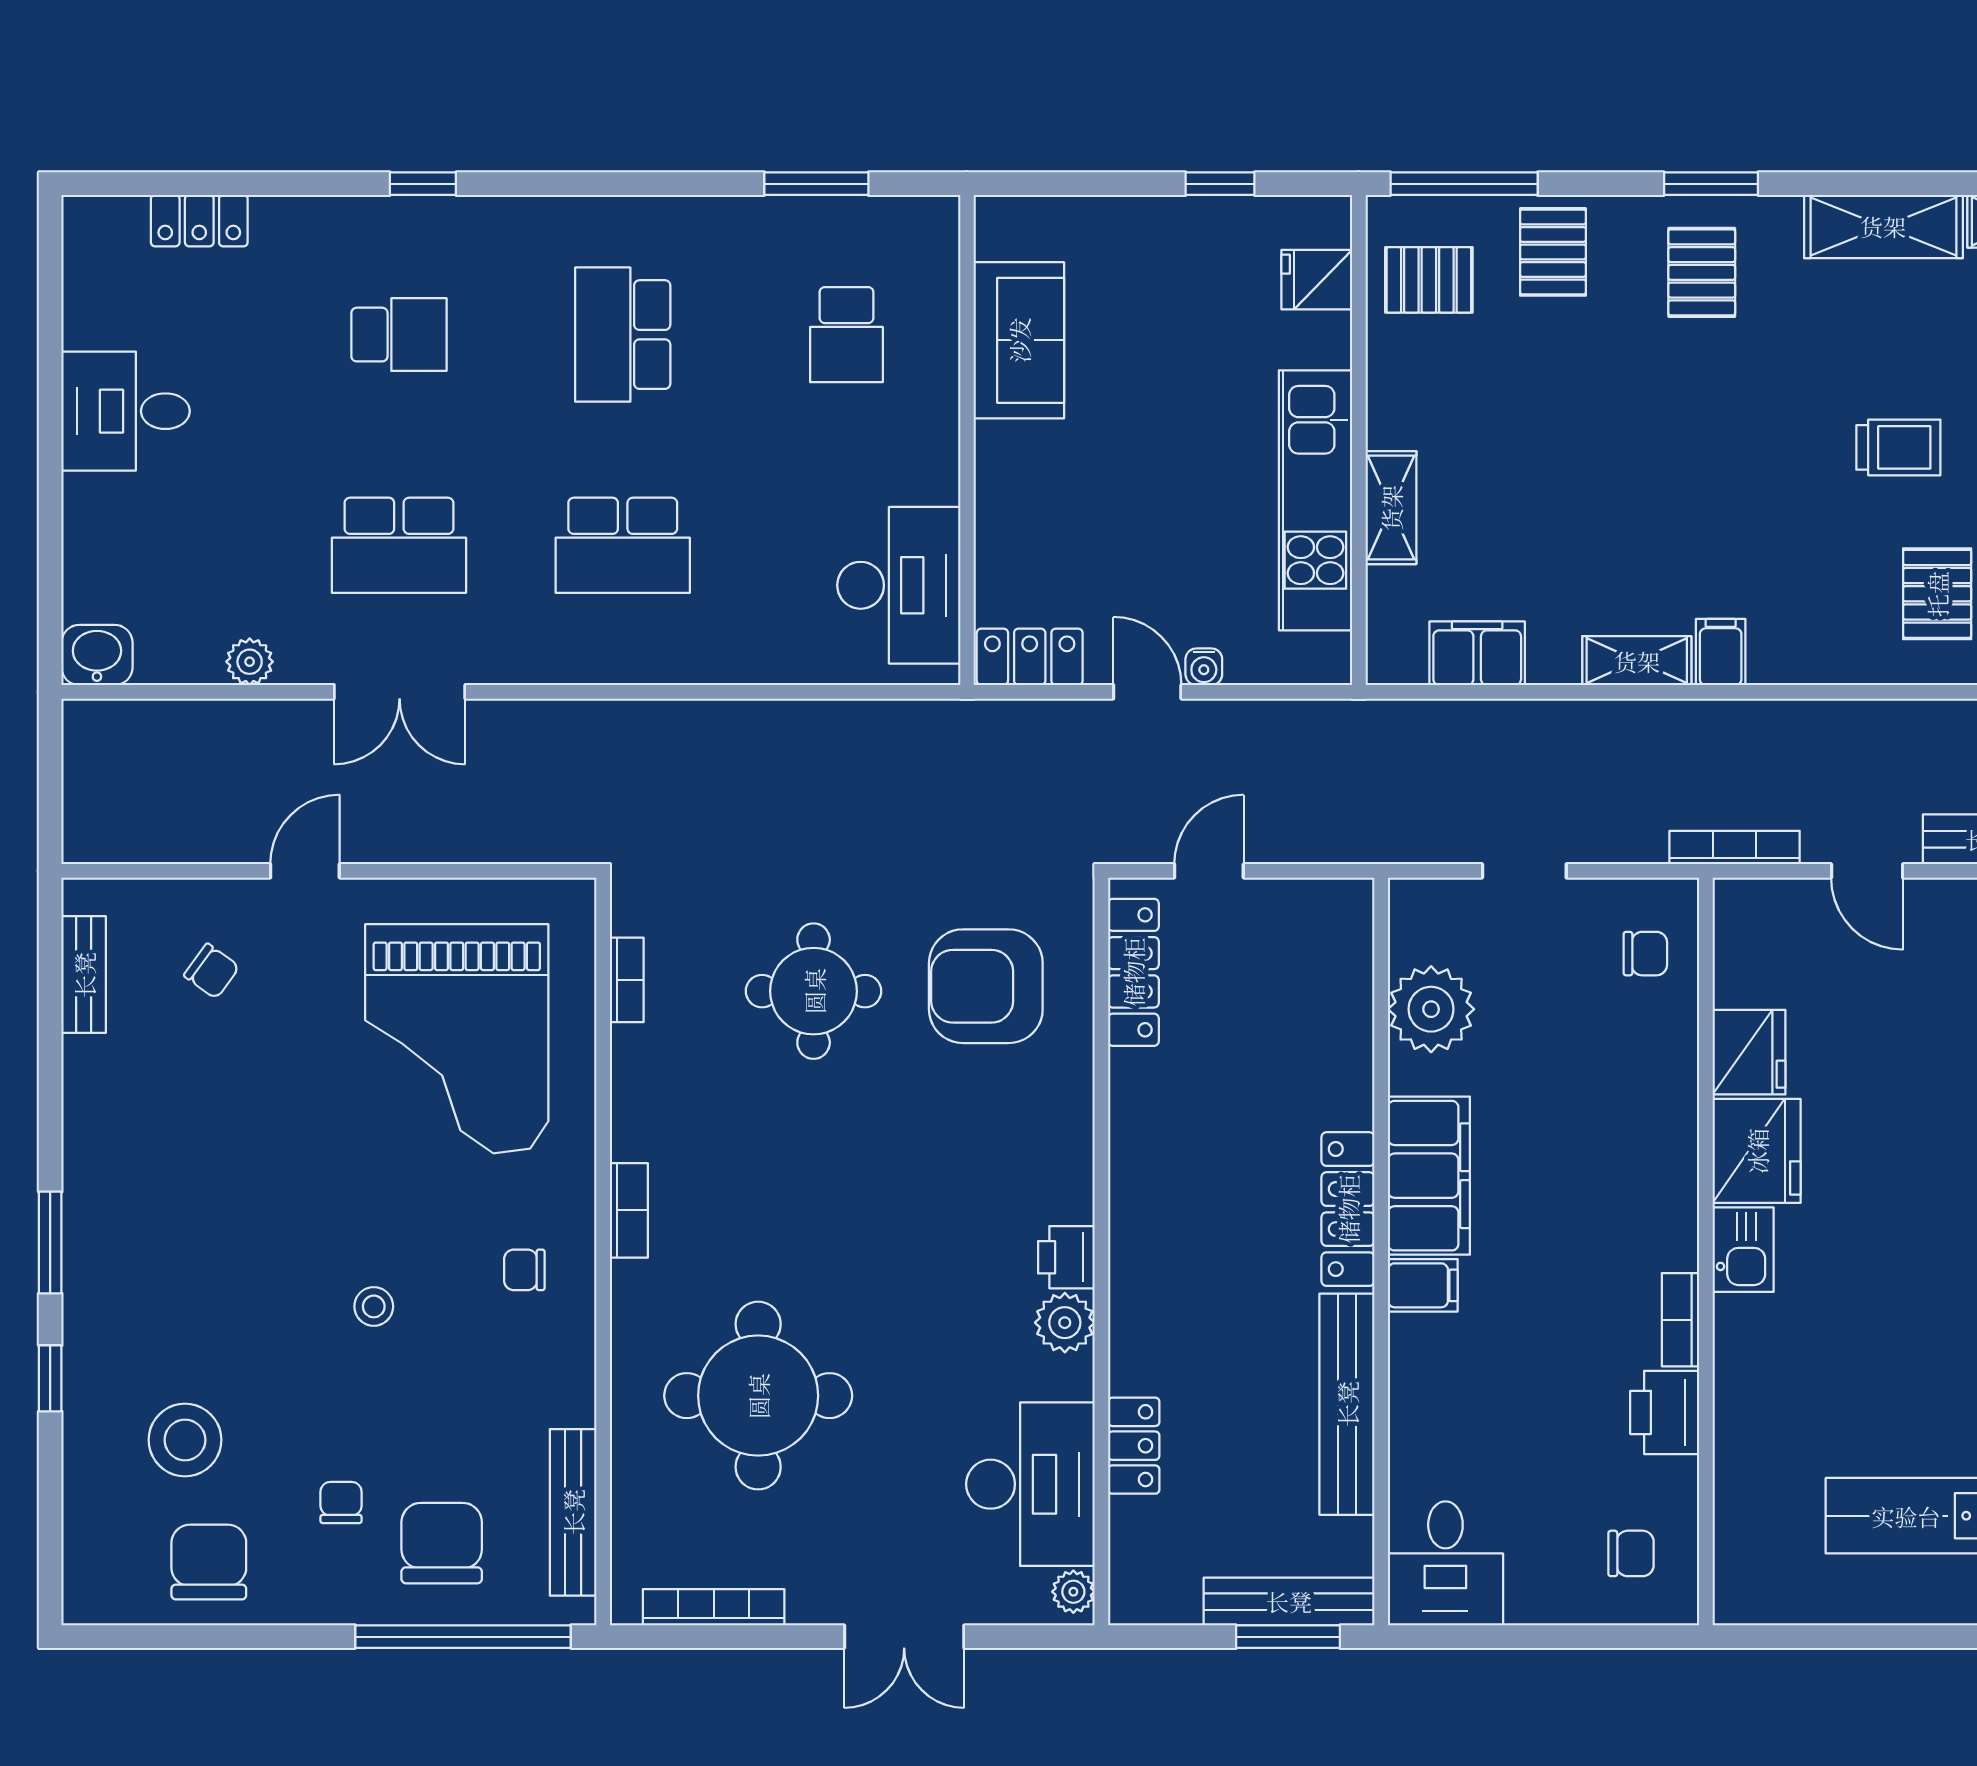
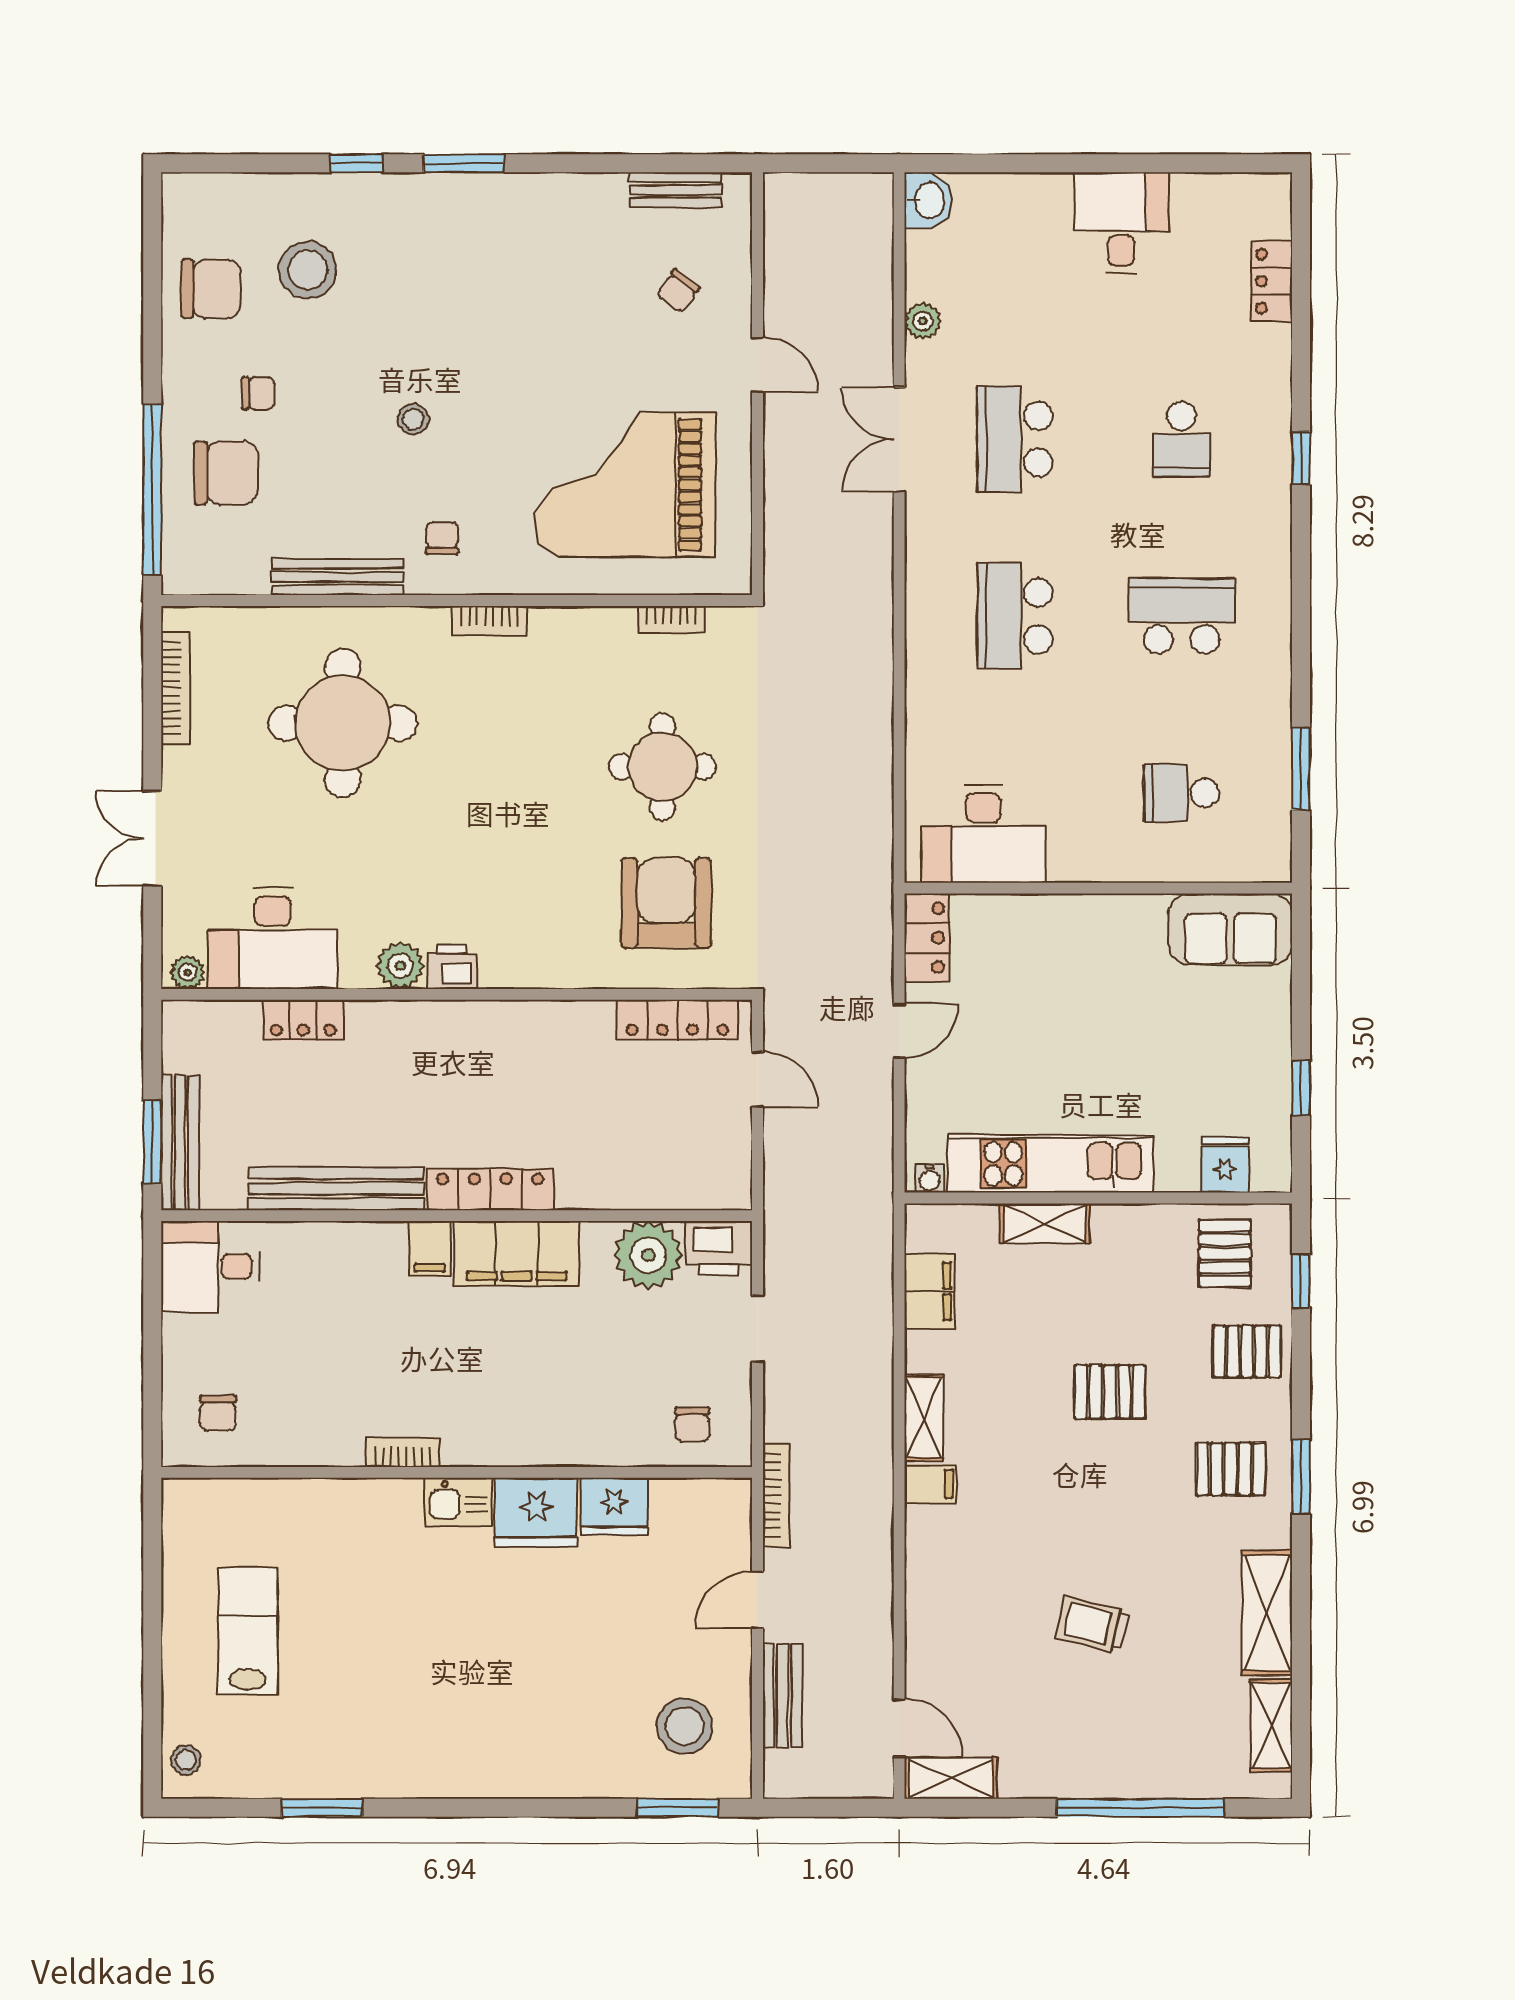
window: (1464, 184) -> (1301, 1281), width x0.46
sofa: (1019, 340) -> (1230, 929), moved
trolley: (1898, 447) -> (1092, 1625), turned 103
pallet: (1937, 594) -> (1110, 1392), moved
water cooler: (1204, 667) -> (930, 1178), moved, turned -90
printer: (1665, 1412) -> (719, 1248), moved, turned 180
bench: (573, 1512) -> (338, 577), moved

